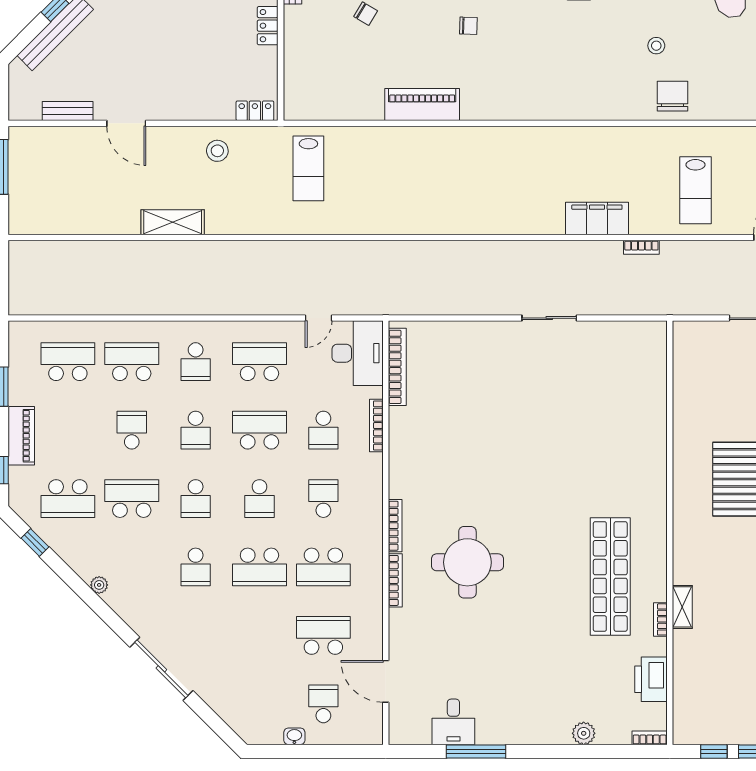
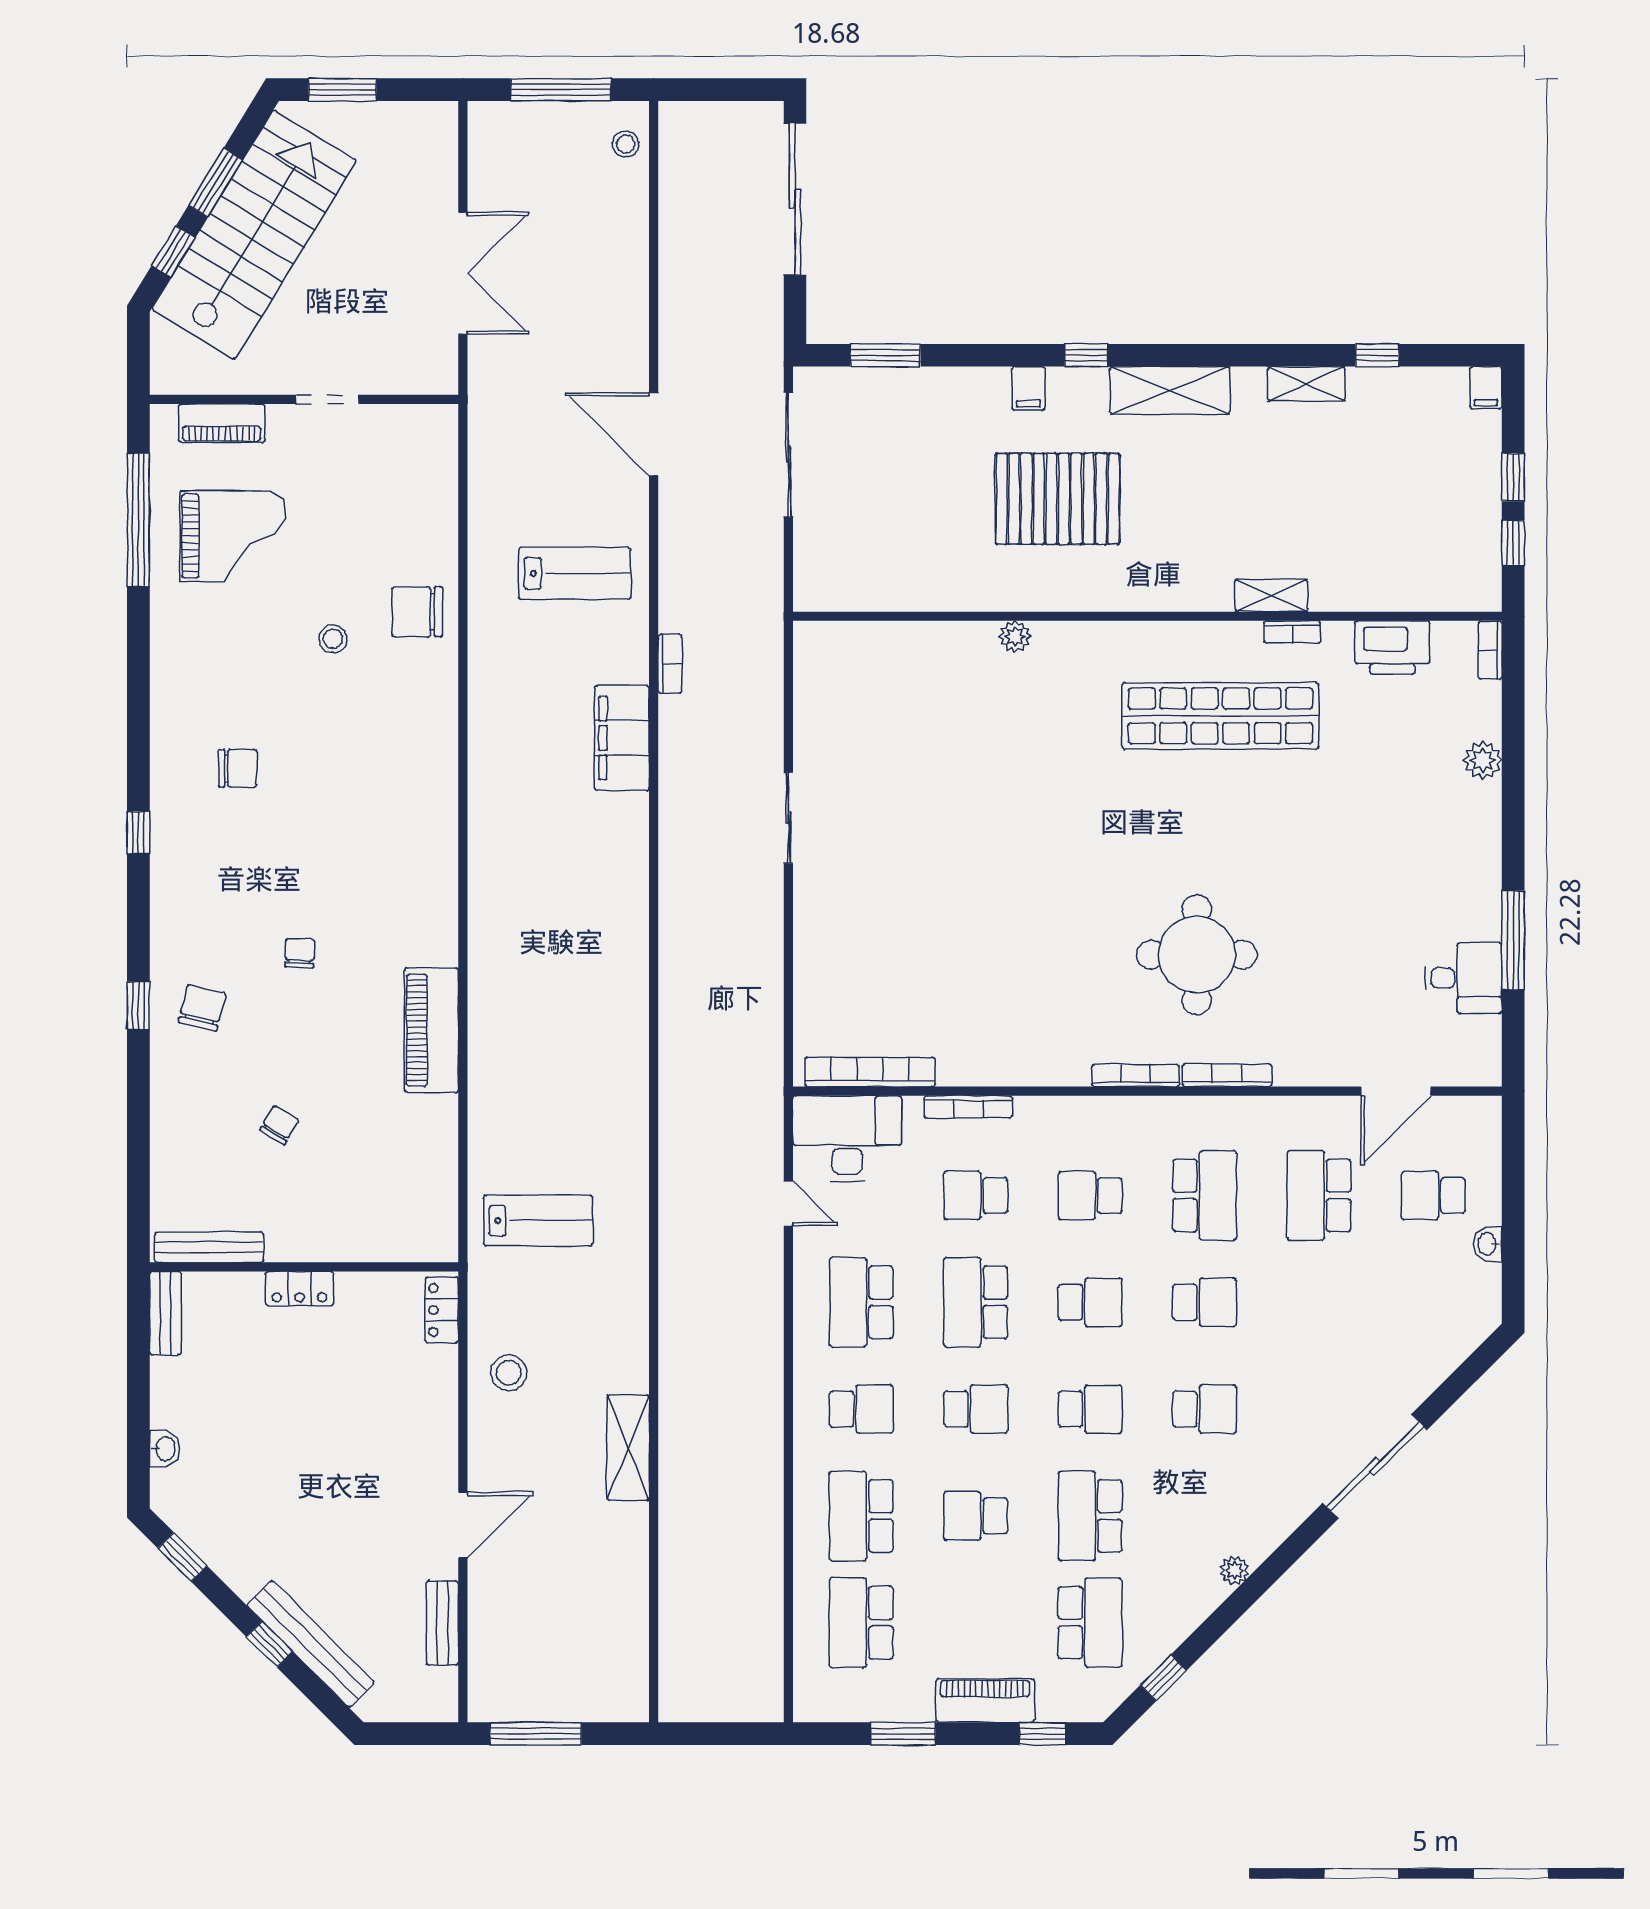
school desk: (323, 430) -> (976, 1195), turned 180
plant: (658, 454) -> (1015, 637), added
school desk: (259, 567) -> (1205, 1302), width x0.54

